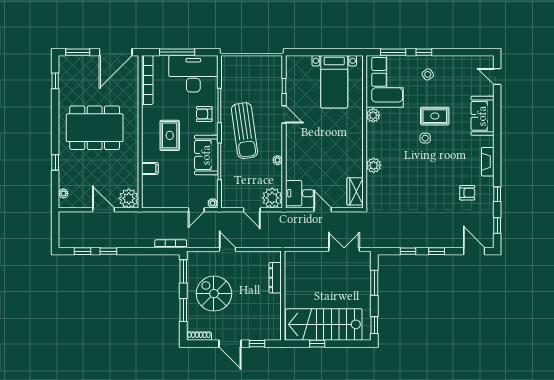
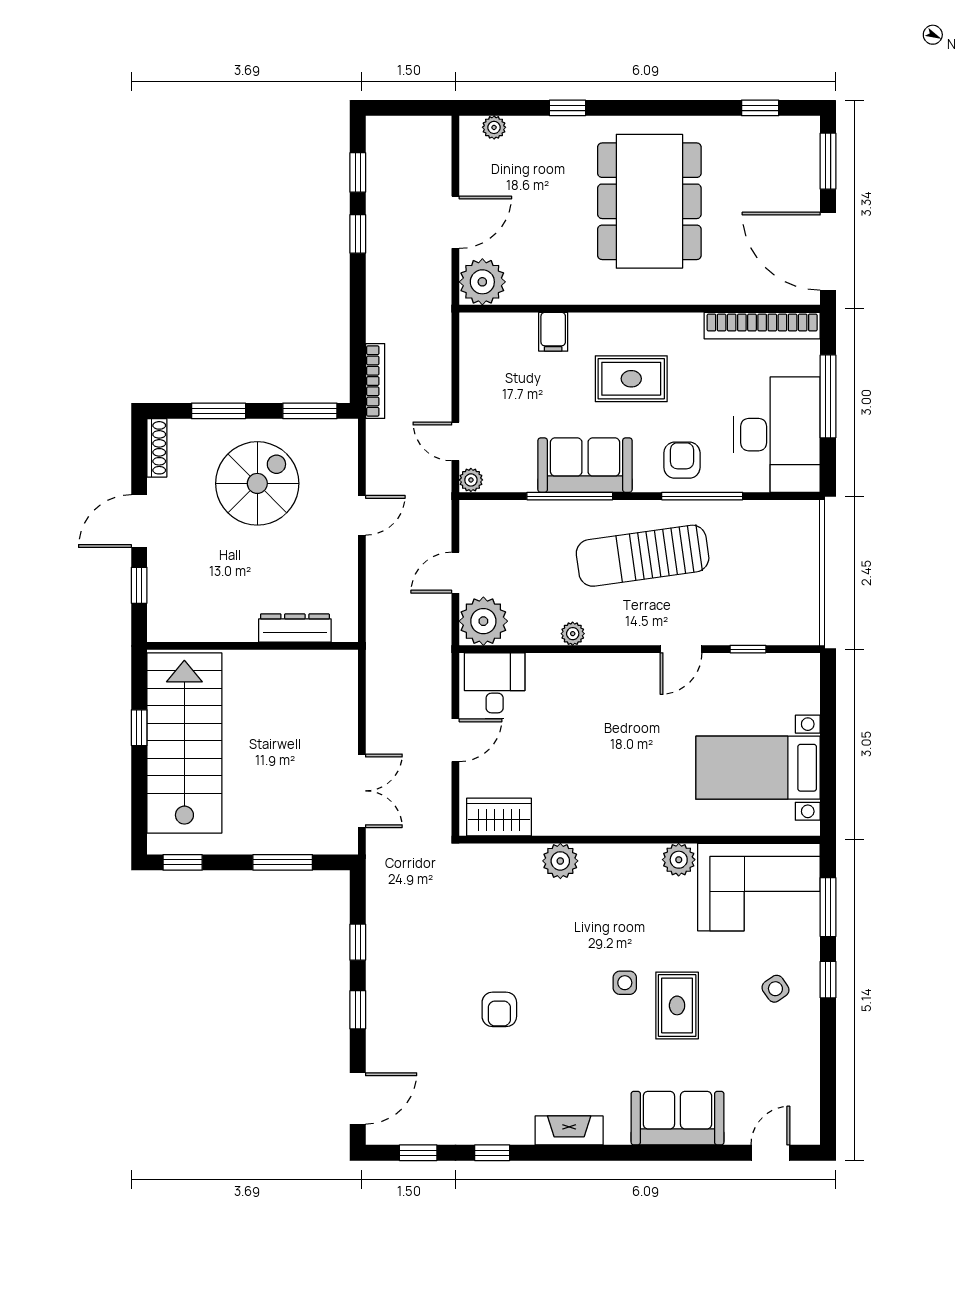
armchair: (467, 193) -> (499, 1009), moved

